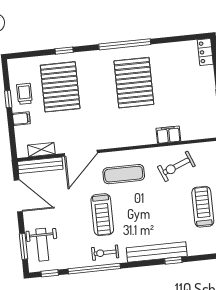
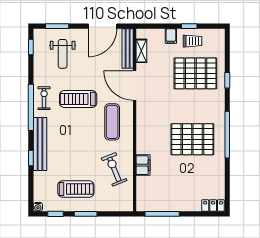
weight bench: (42, 245) -> (63, 54), moved, turned -90
window: (94, 269) -> (31, 107), moved

